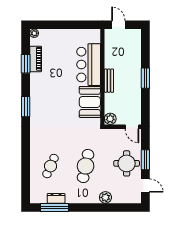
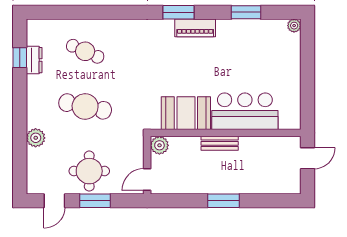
piano: (36, 59) -> (195, 28), moved
window: (55, 208) -> (20, 58), width x0.46

